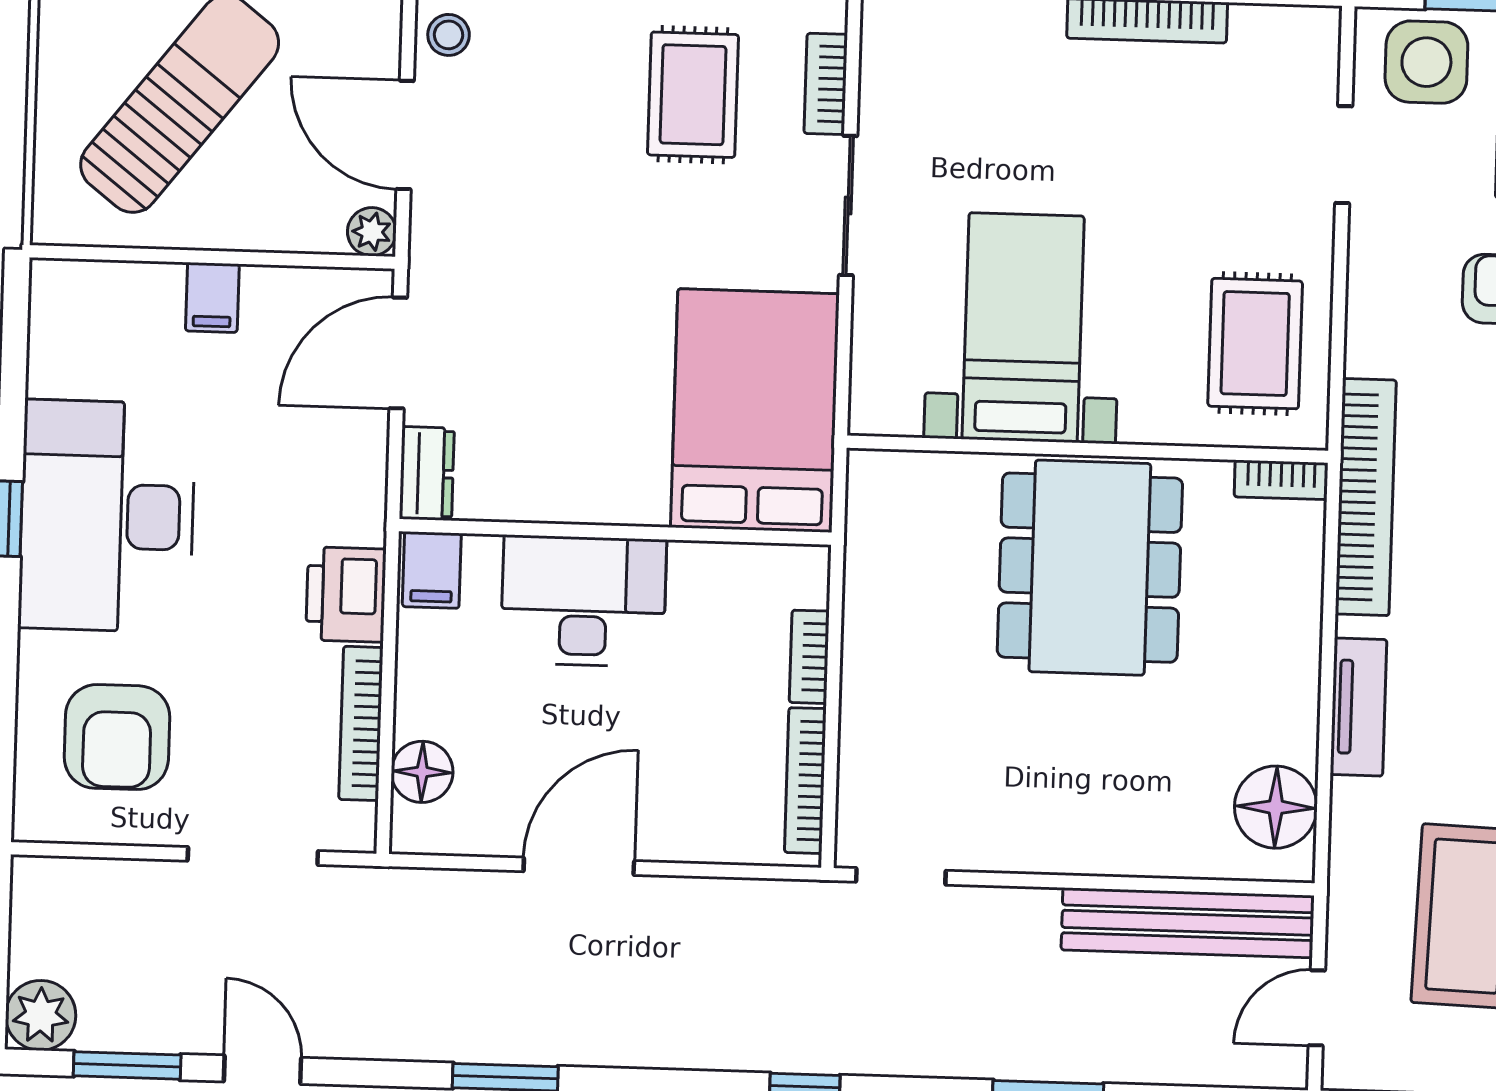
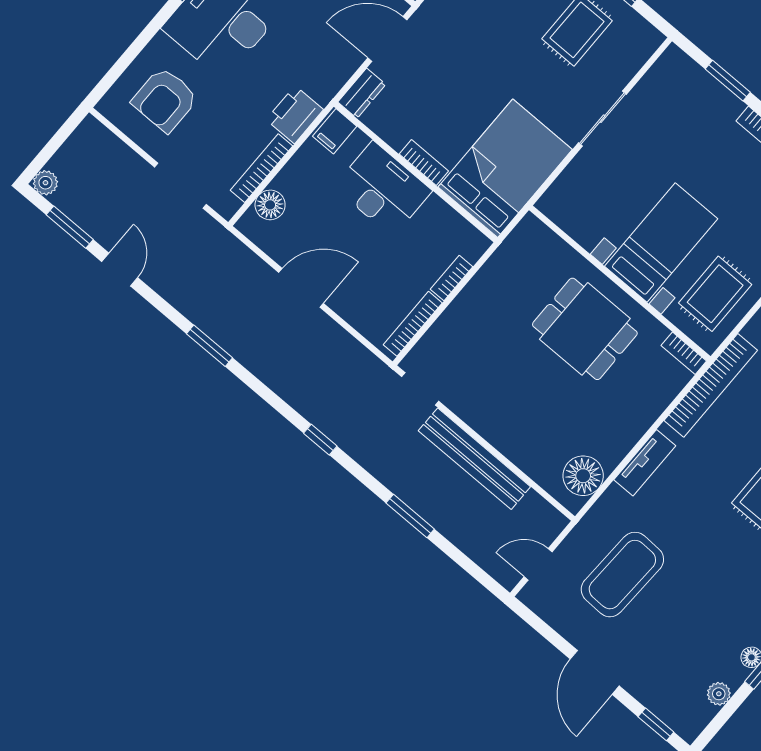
bookcase: (826, 84) -> (424, 162), moved, turned 90
bed with nightstands: (1023, 328) -> (661, 242), moved
dining table: (1090, 568) -> (585, 329), width x0.73
bench: (1188, 923) -> (474, 459), moved
plant: (41, 1015) -> (45, 183), width x0.73, depth x0.73

